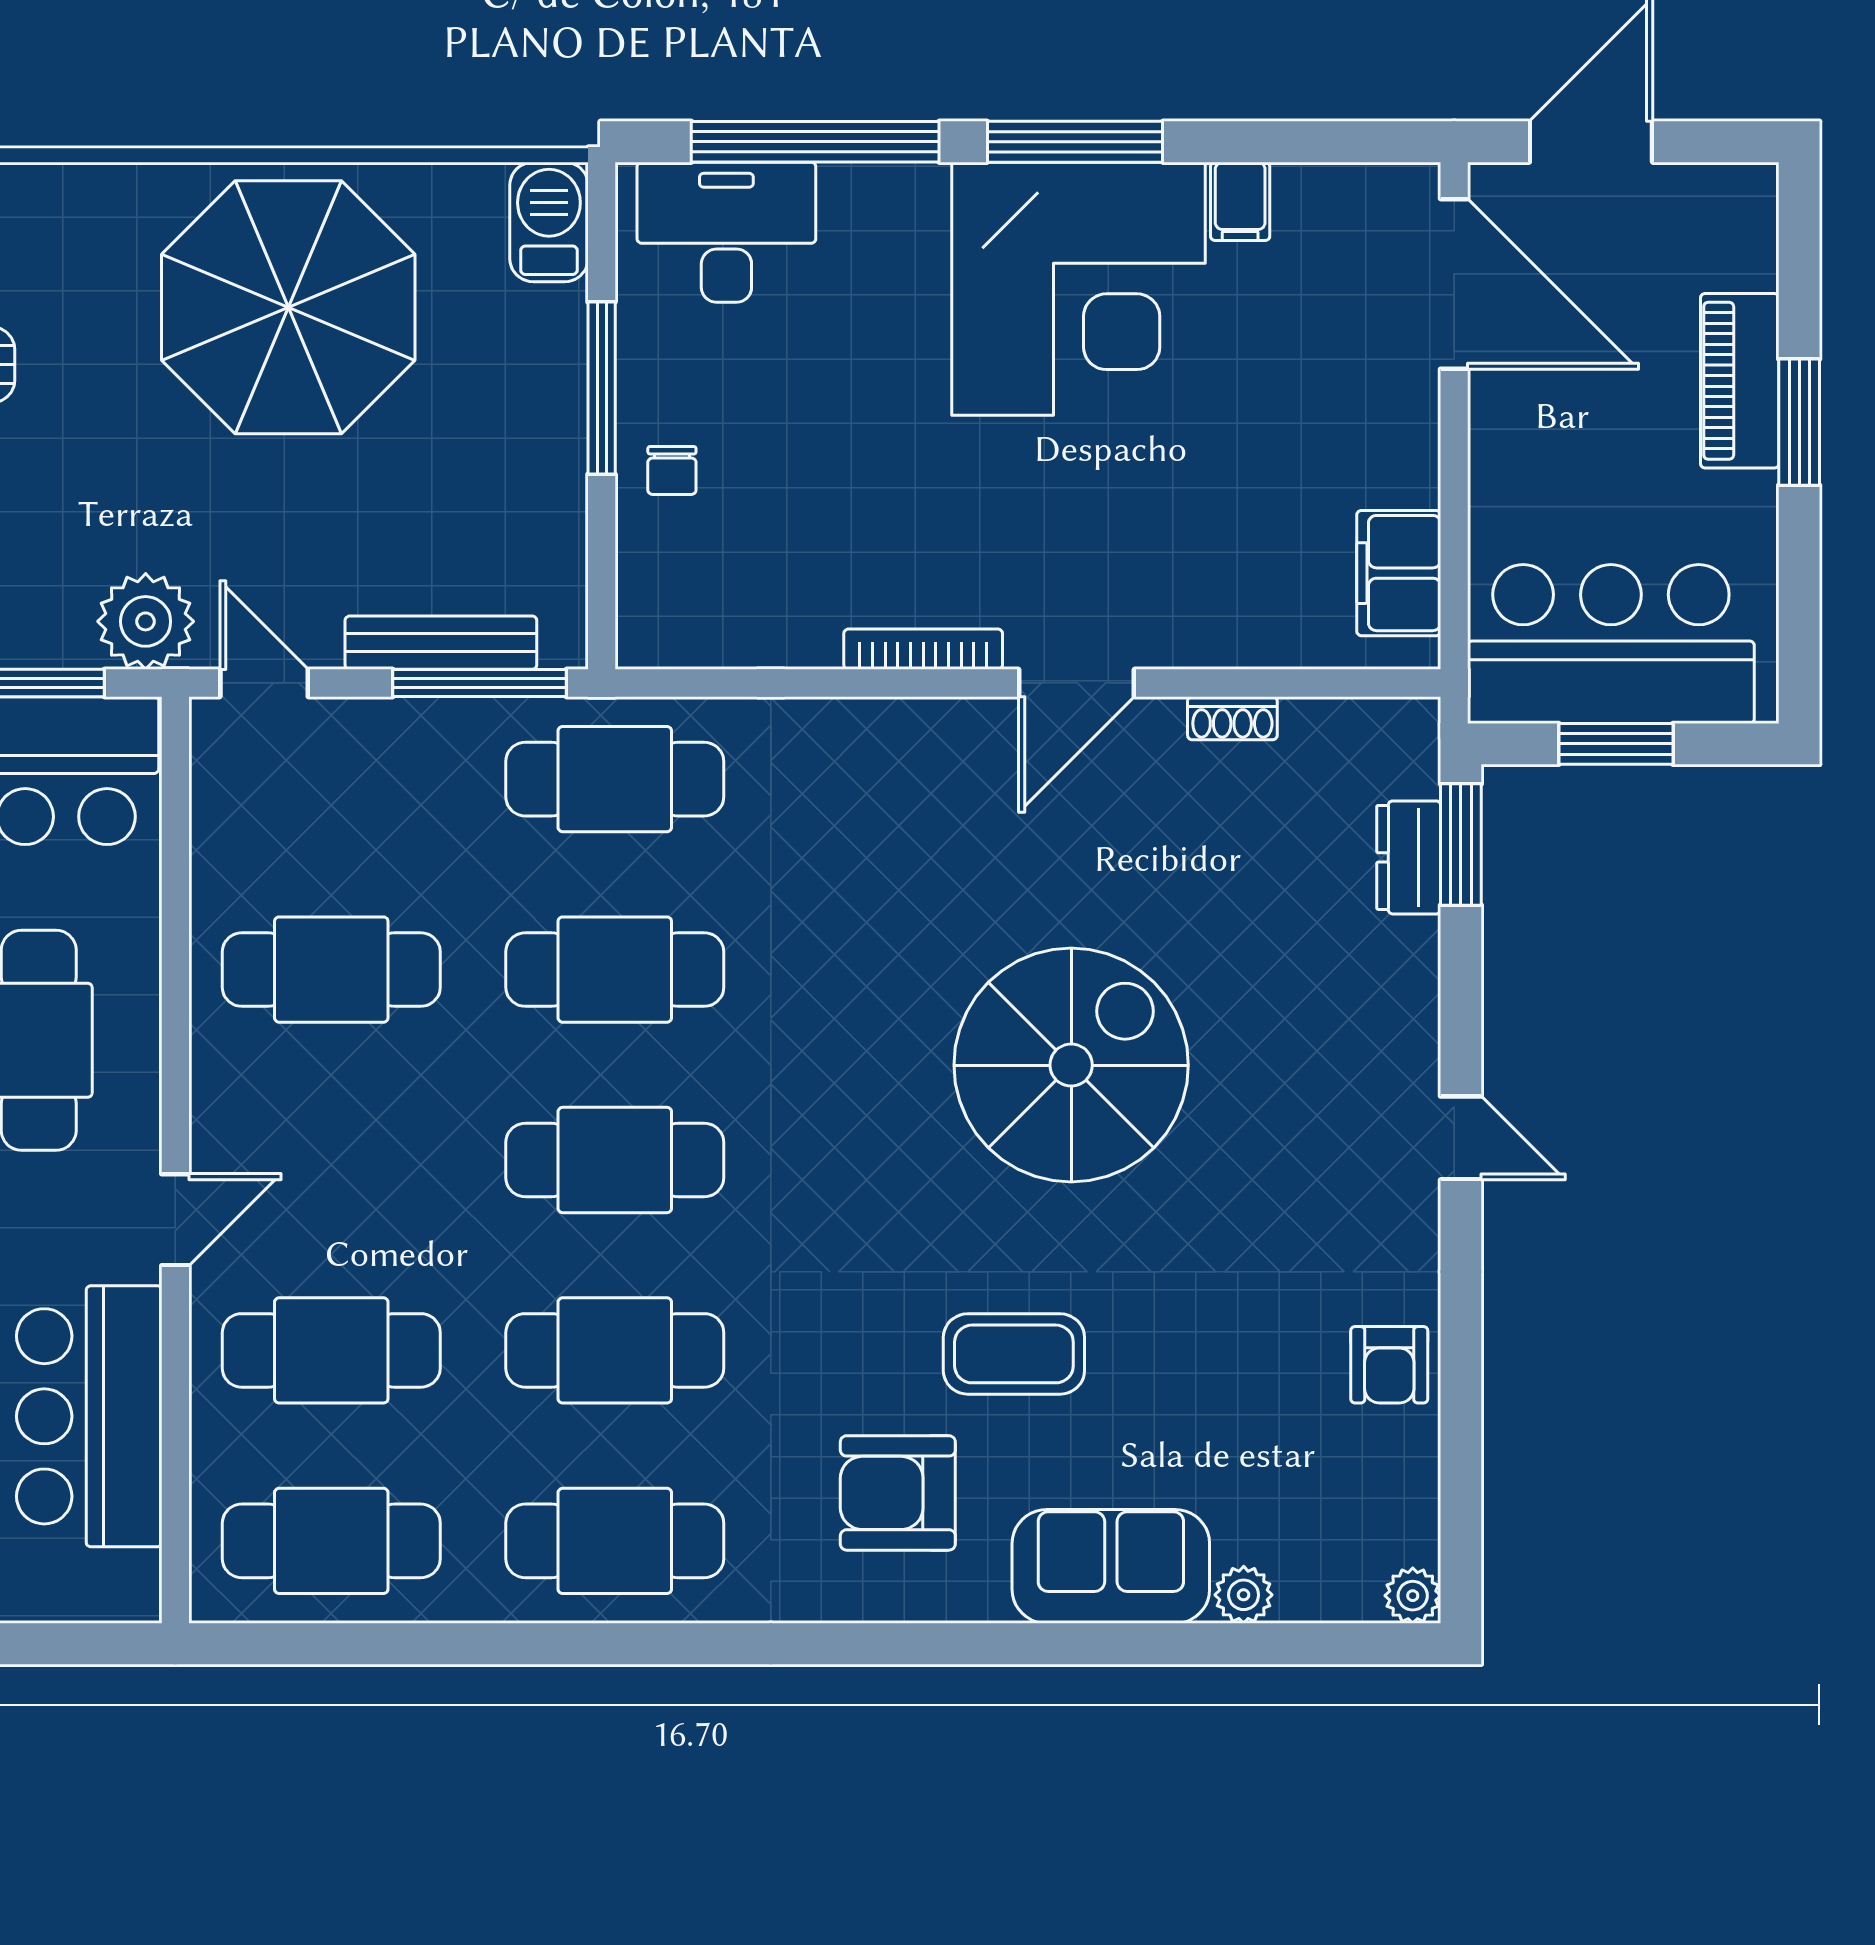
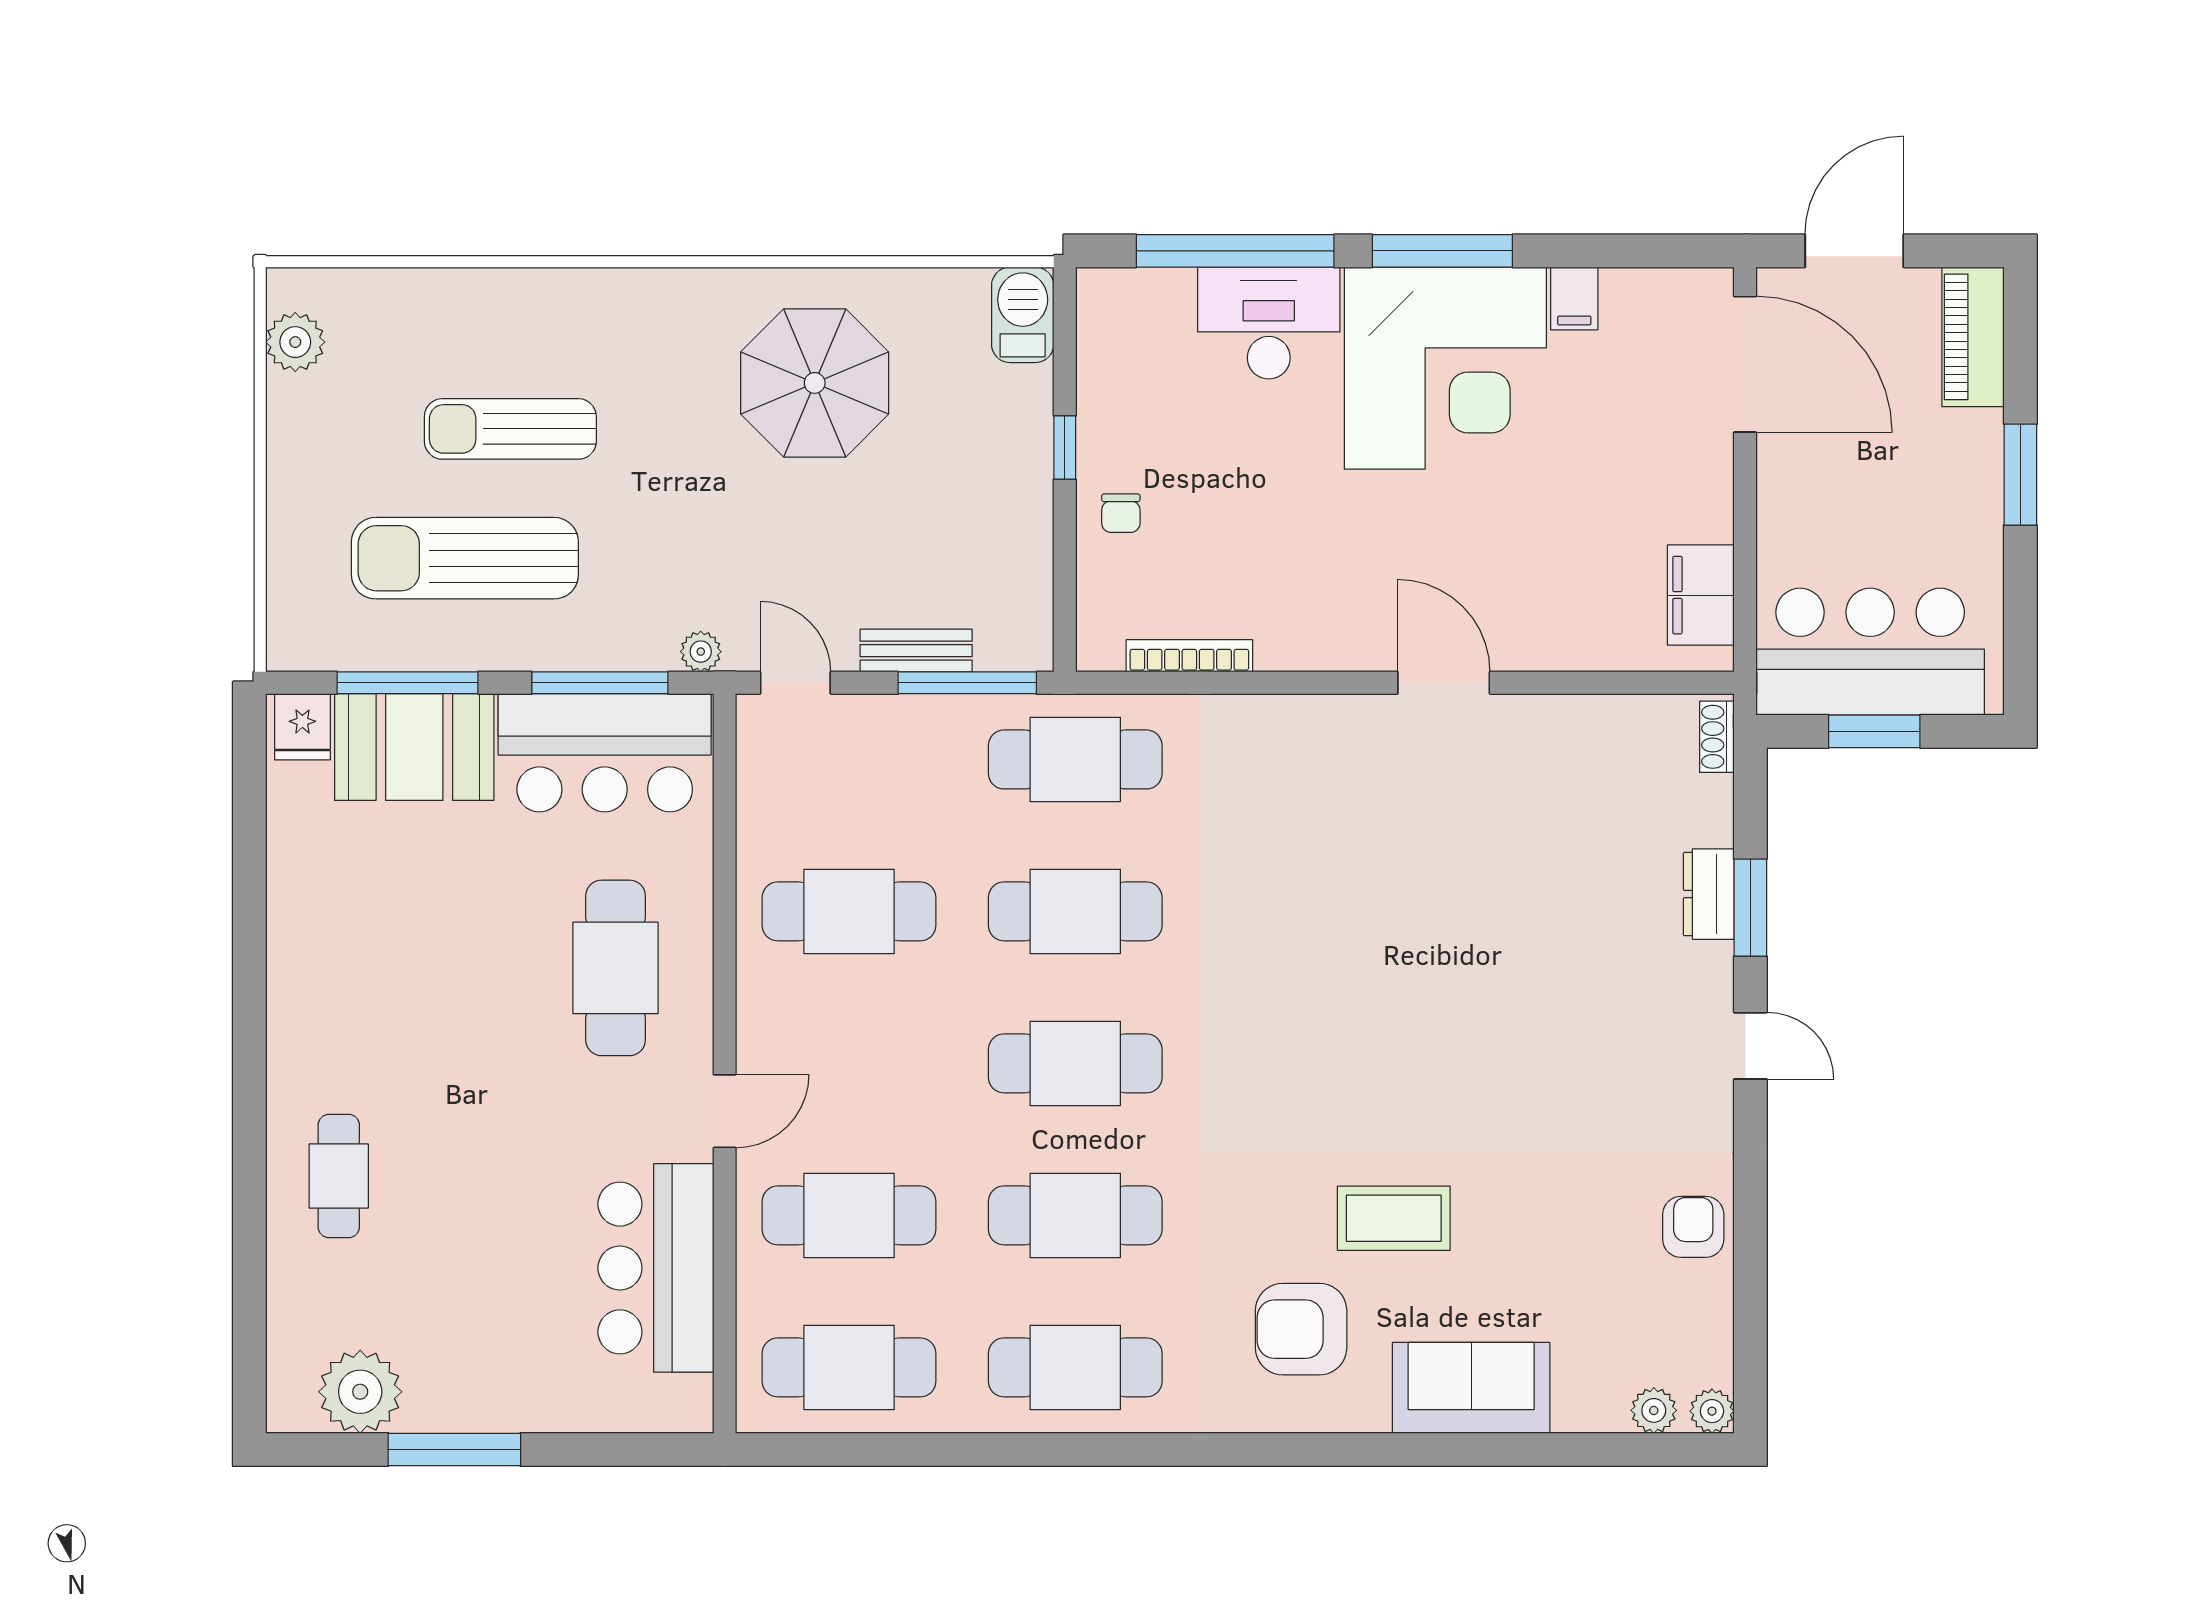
desk: (726, 232) -> (1269, 323), moved
parasol: (288, 307) -> (815, 383), width x0.73, depth x0.73
piano: (1740, 381) -> (1973, 337), moved
window: (602, 388) -> (1065, 447), width x0.46
plant: (146, 621) -> (701, 652), width x0.53, depth x0.53
bench: (441, 643) -> (916, 651), width x0.73
bookcase: (923, 649) -> (1189, 656), moved
door: (1076, 683) -> (1444, 683), swing flipped
shoe rack: (1232, 718) -> (1717, 737), moved, turned 90
window: (1461, 845) -> (1750, 908), moved
dresser: (1409, 857) -> (1709, 894), moved
spiral stairs: (1071, 1065) -> (1439, 988), removed
armchair: (1389, 1365) -> (1693, 1227), turned 180
plant: (1244, 1595) -> (1654, 1410), moved

